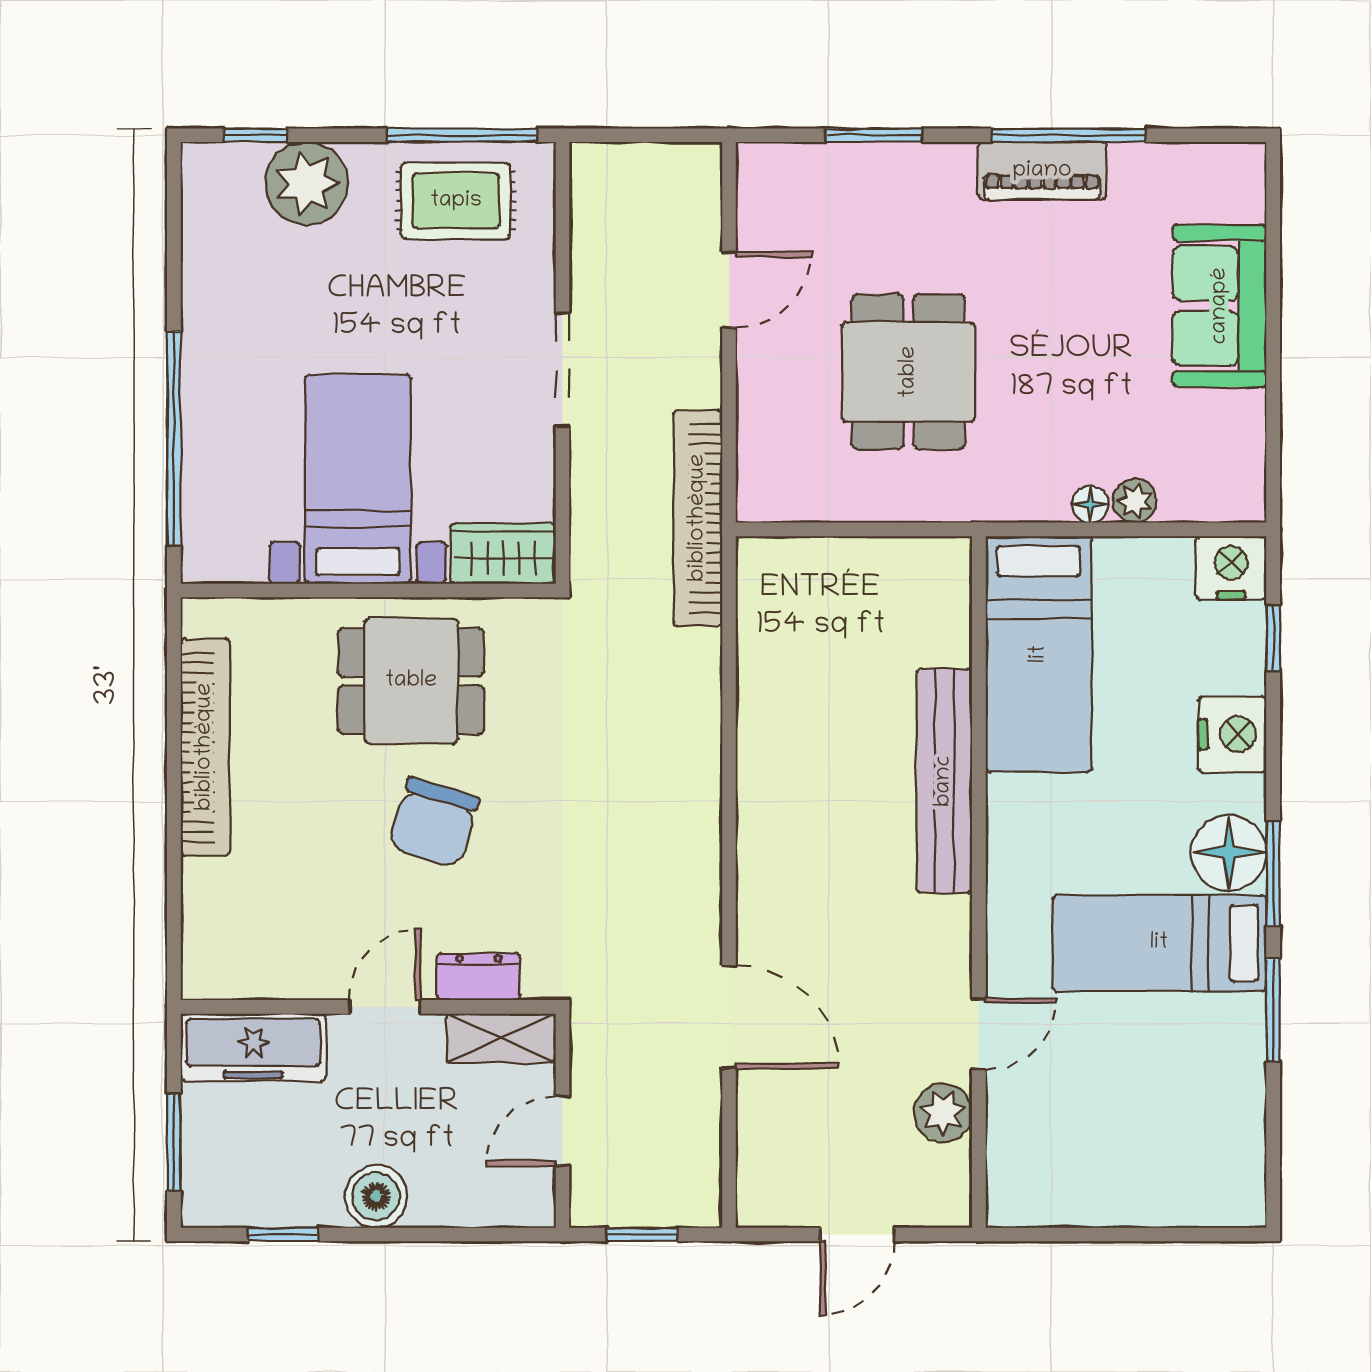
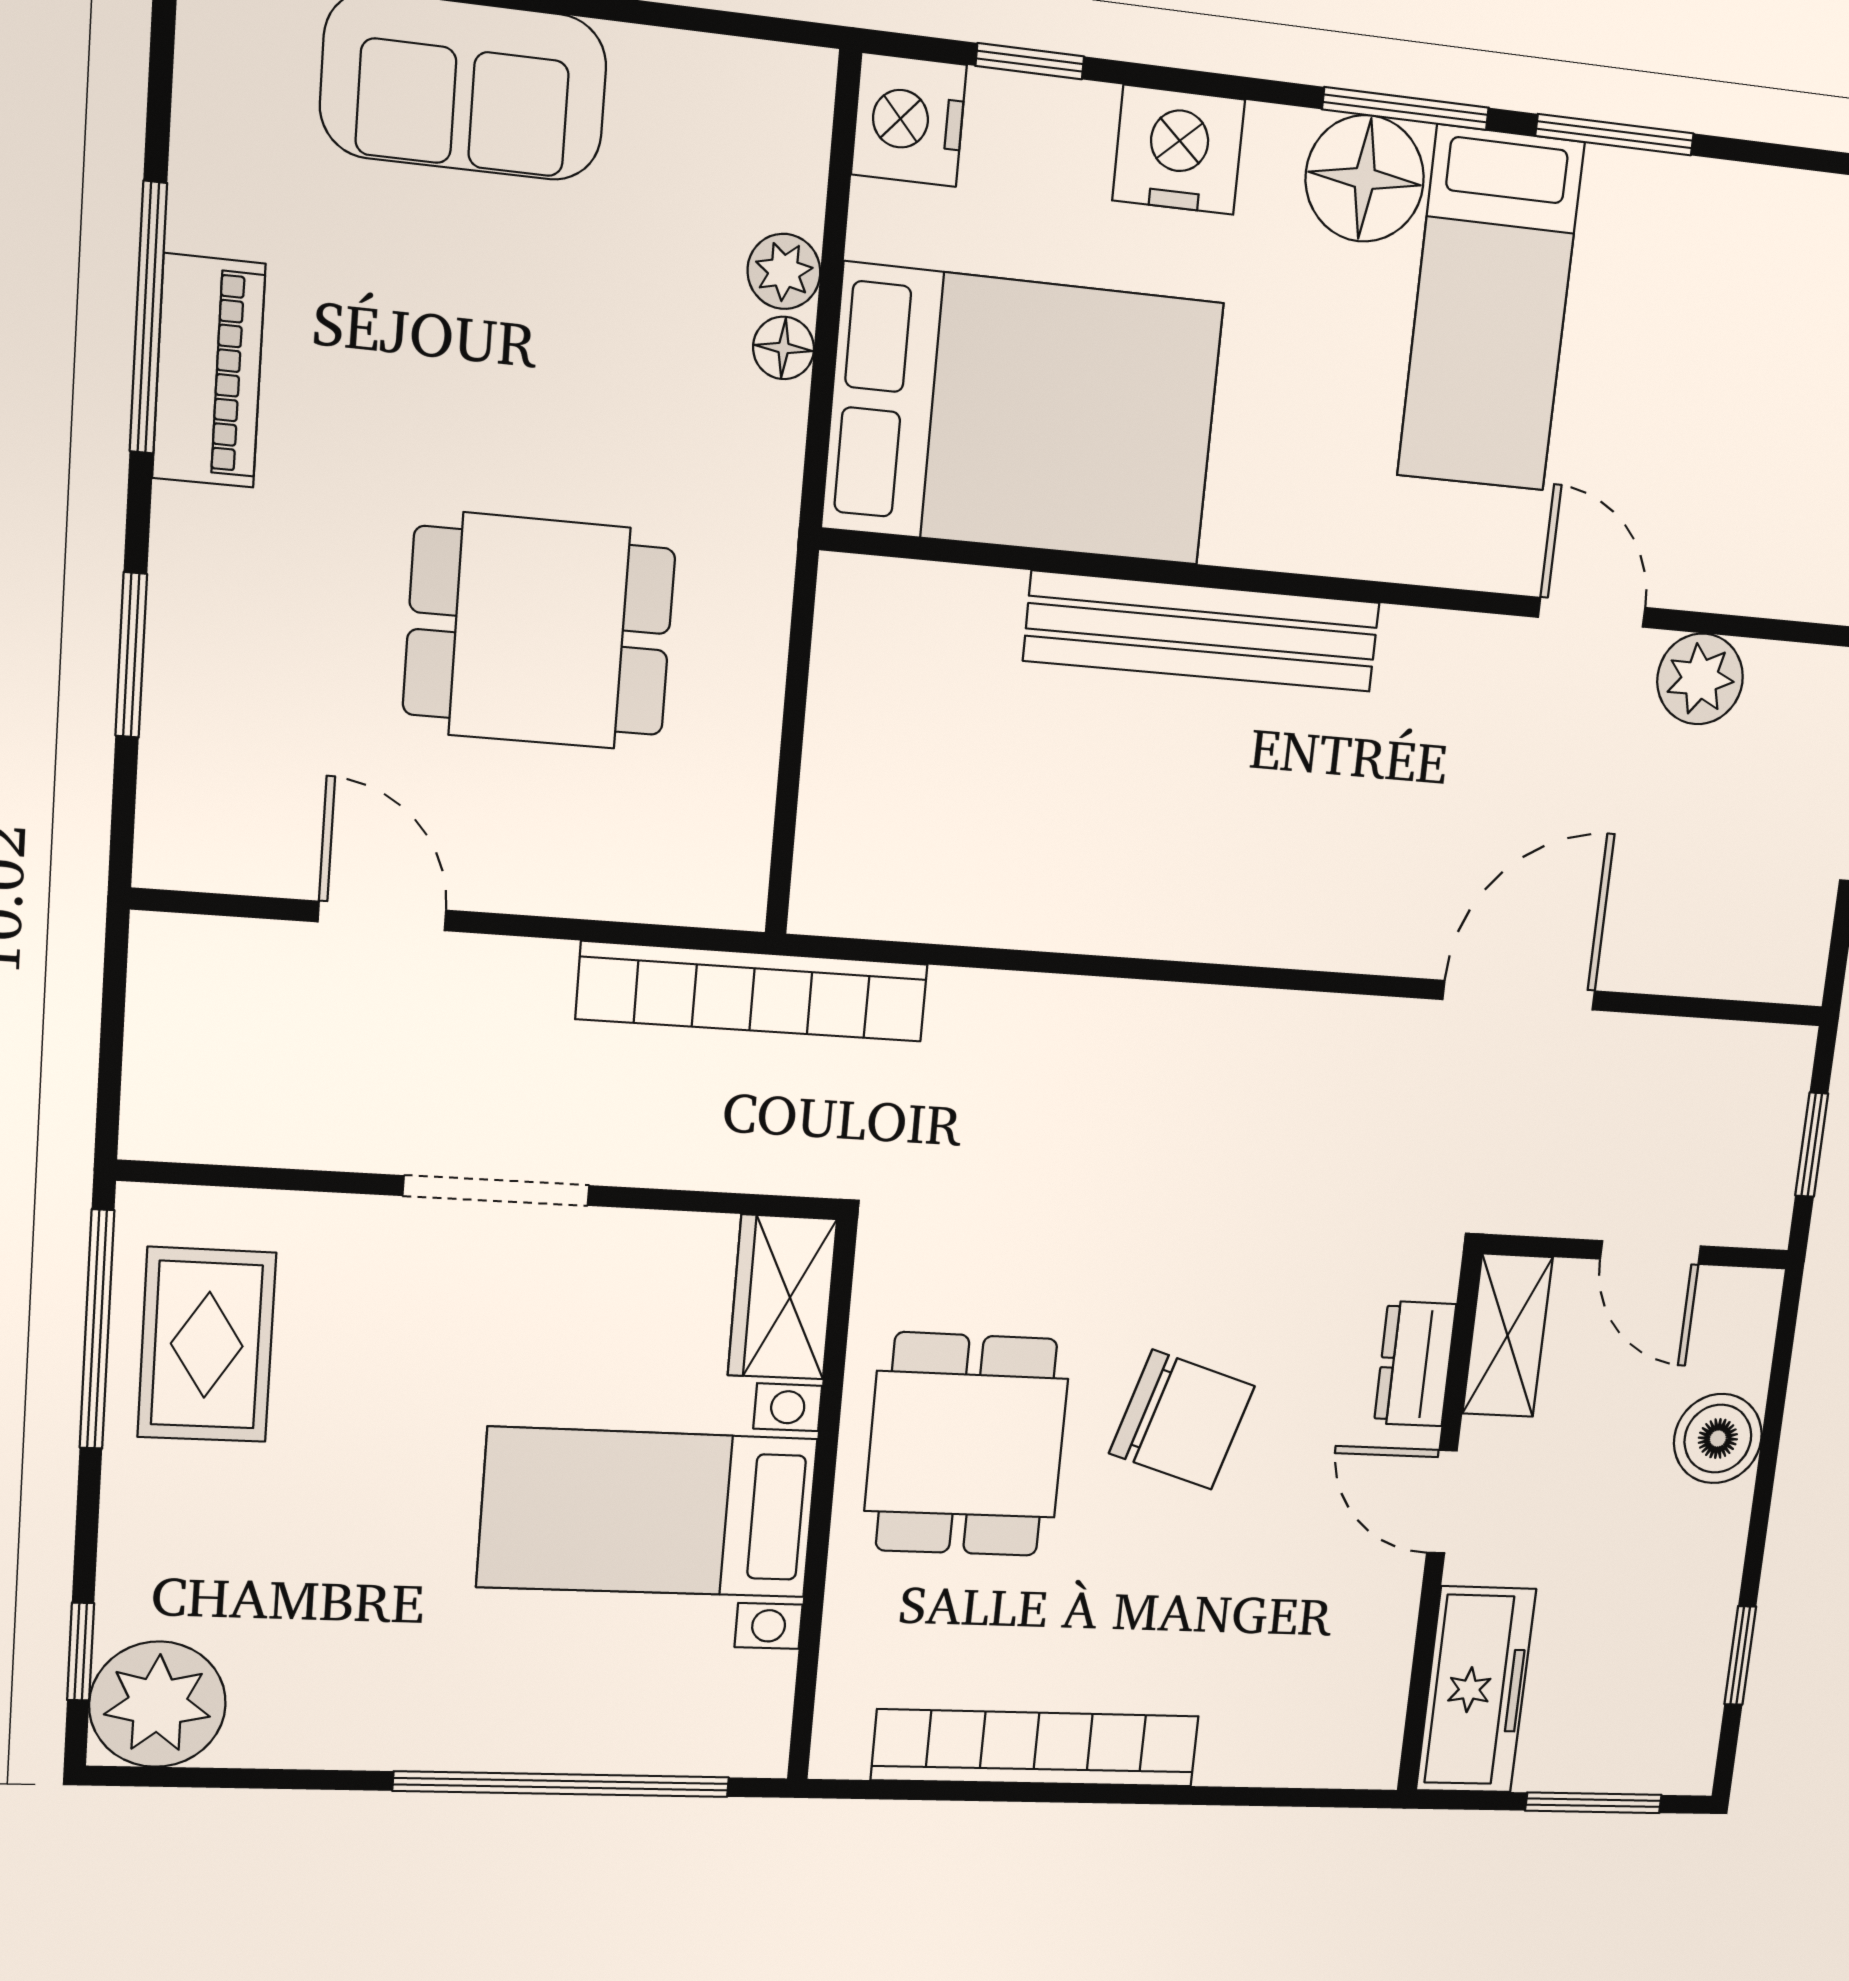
plant: (307, 183) -> (158, 1704), moved
bed: (1039, 654) -> (1023, 415), width x1.50
boiler: (376, 1196) -> (1718, 1439), moved

